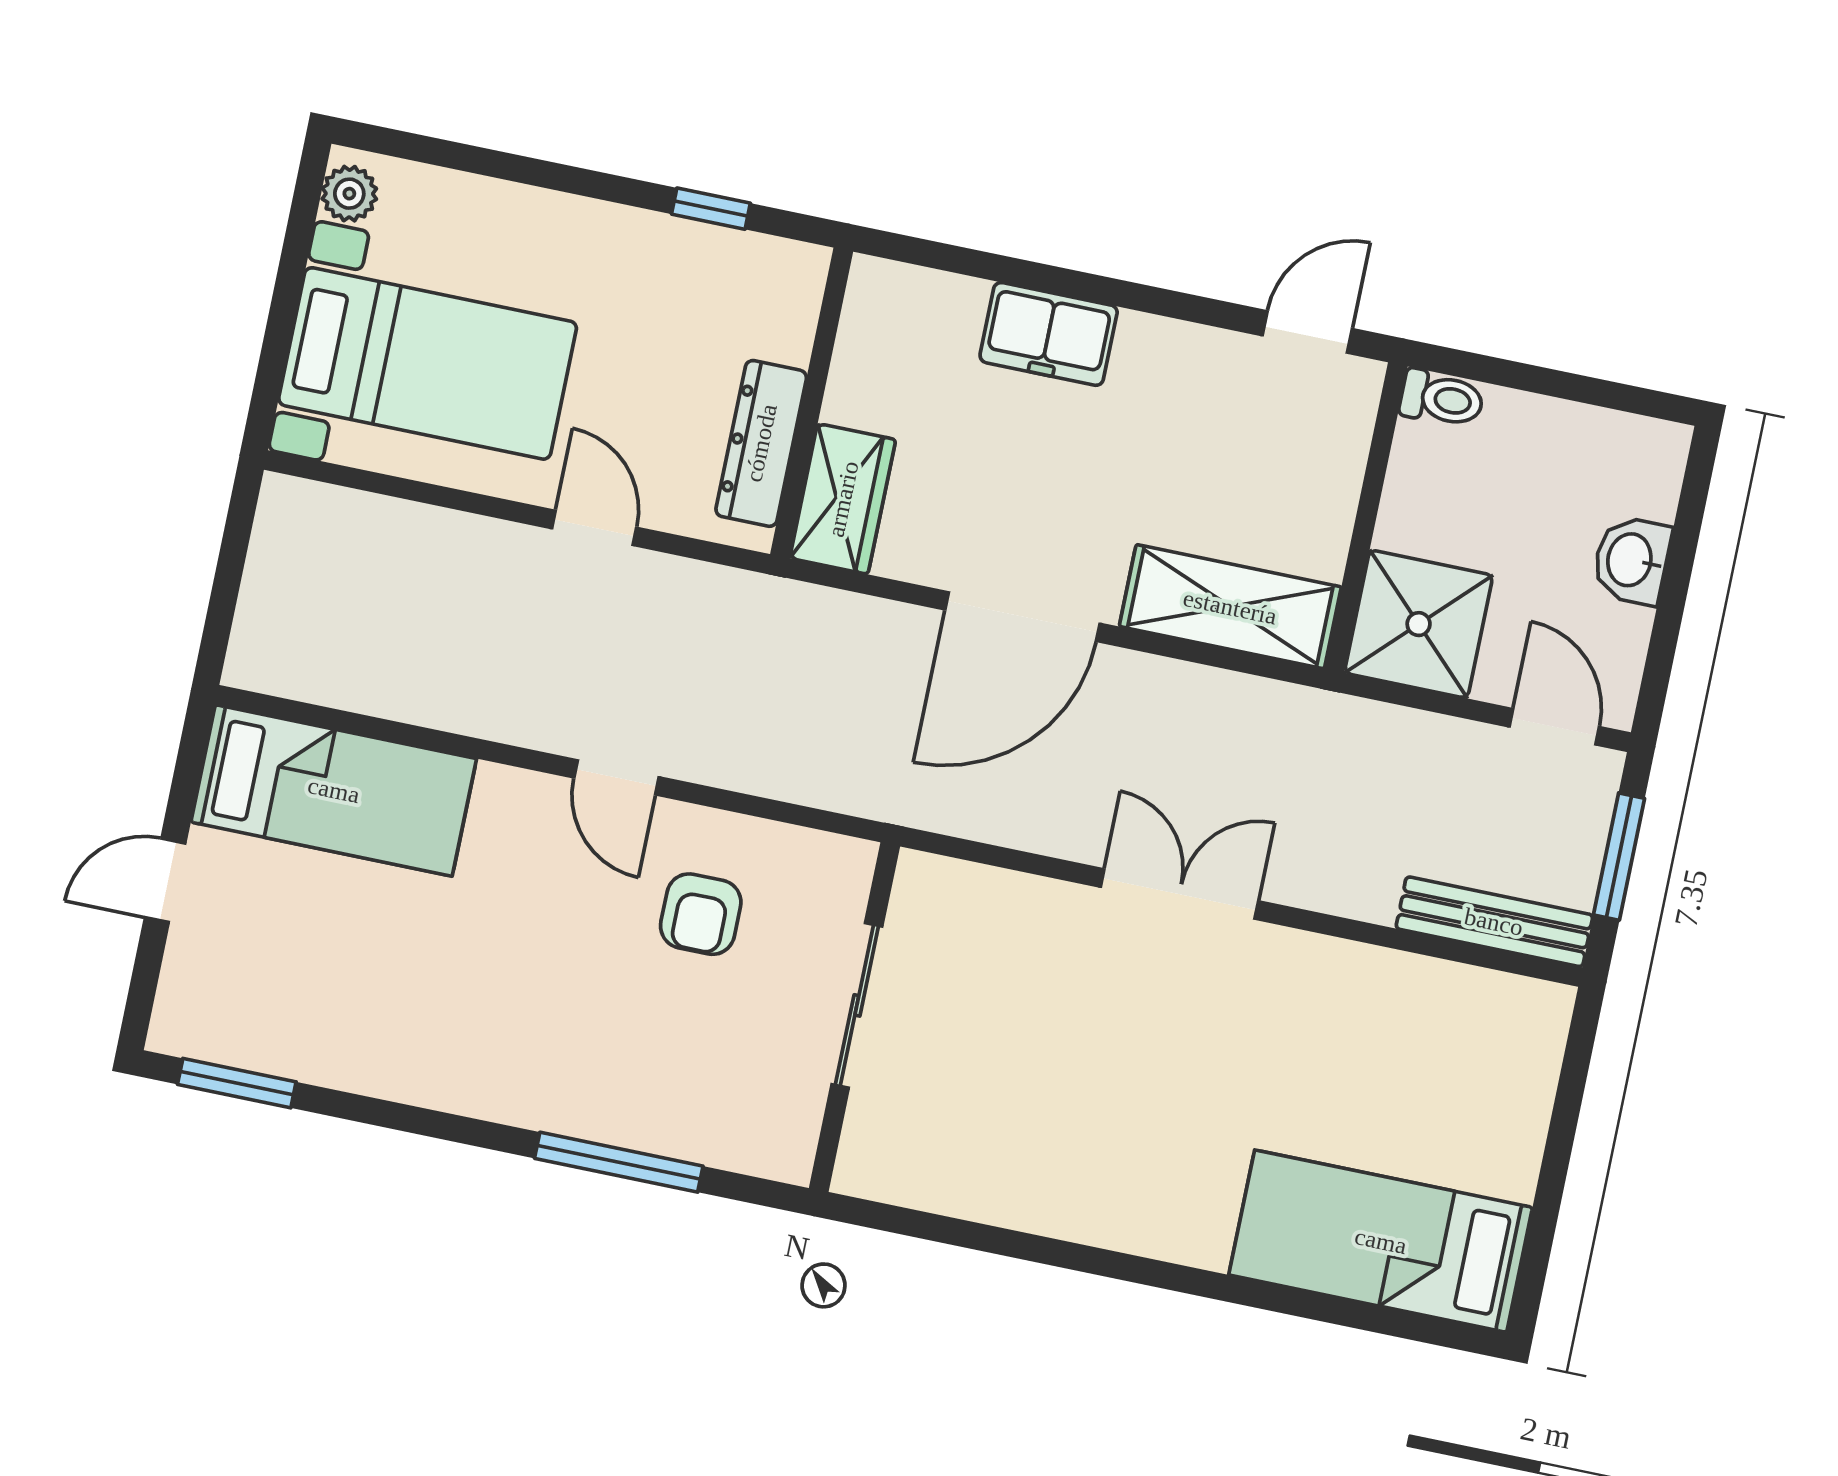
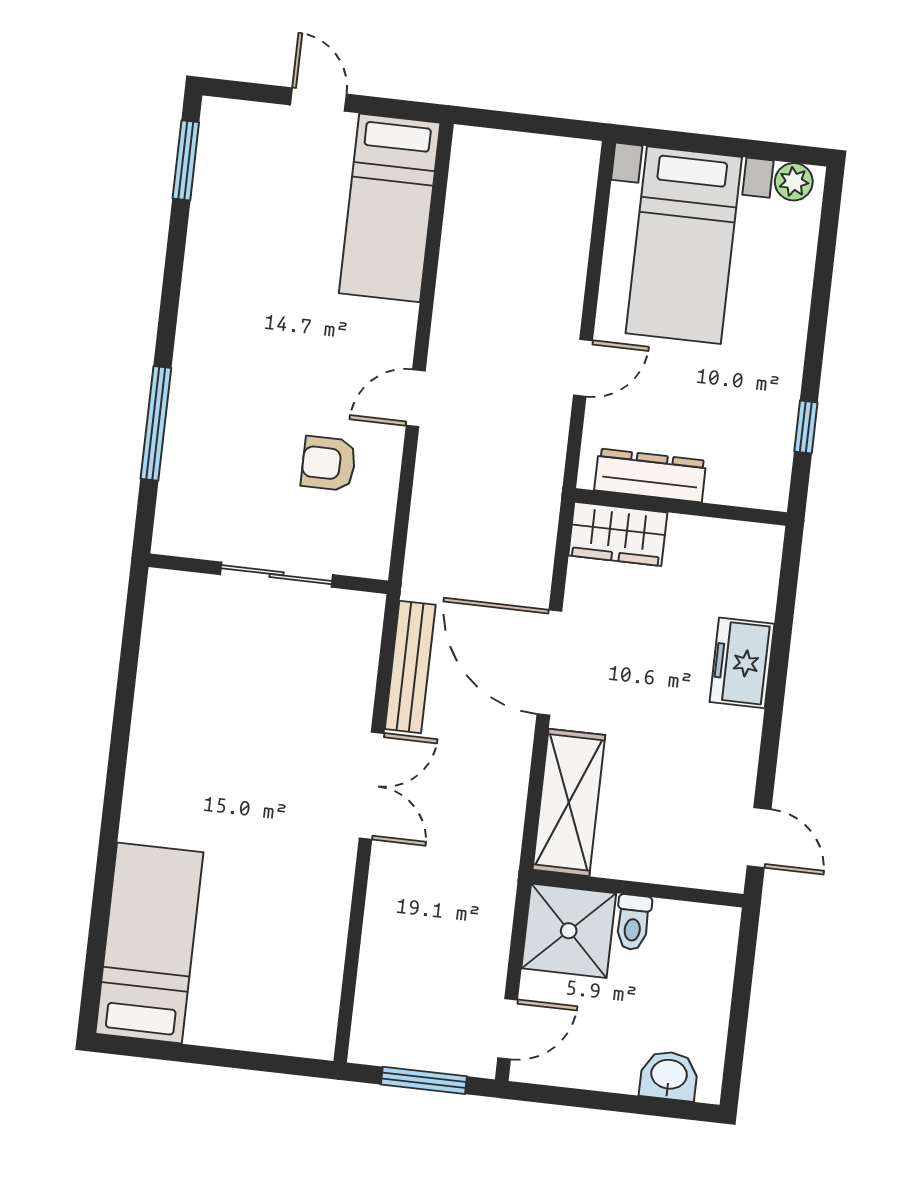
toilet: (1442, 399) -> (633, 922), moved
washbasin: (1631, 560) -> (669, 1076), moved
bench: (1494, 922) -> (410, 667), moved

